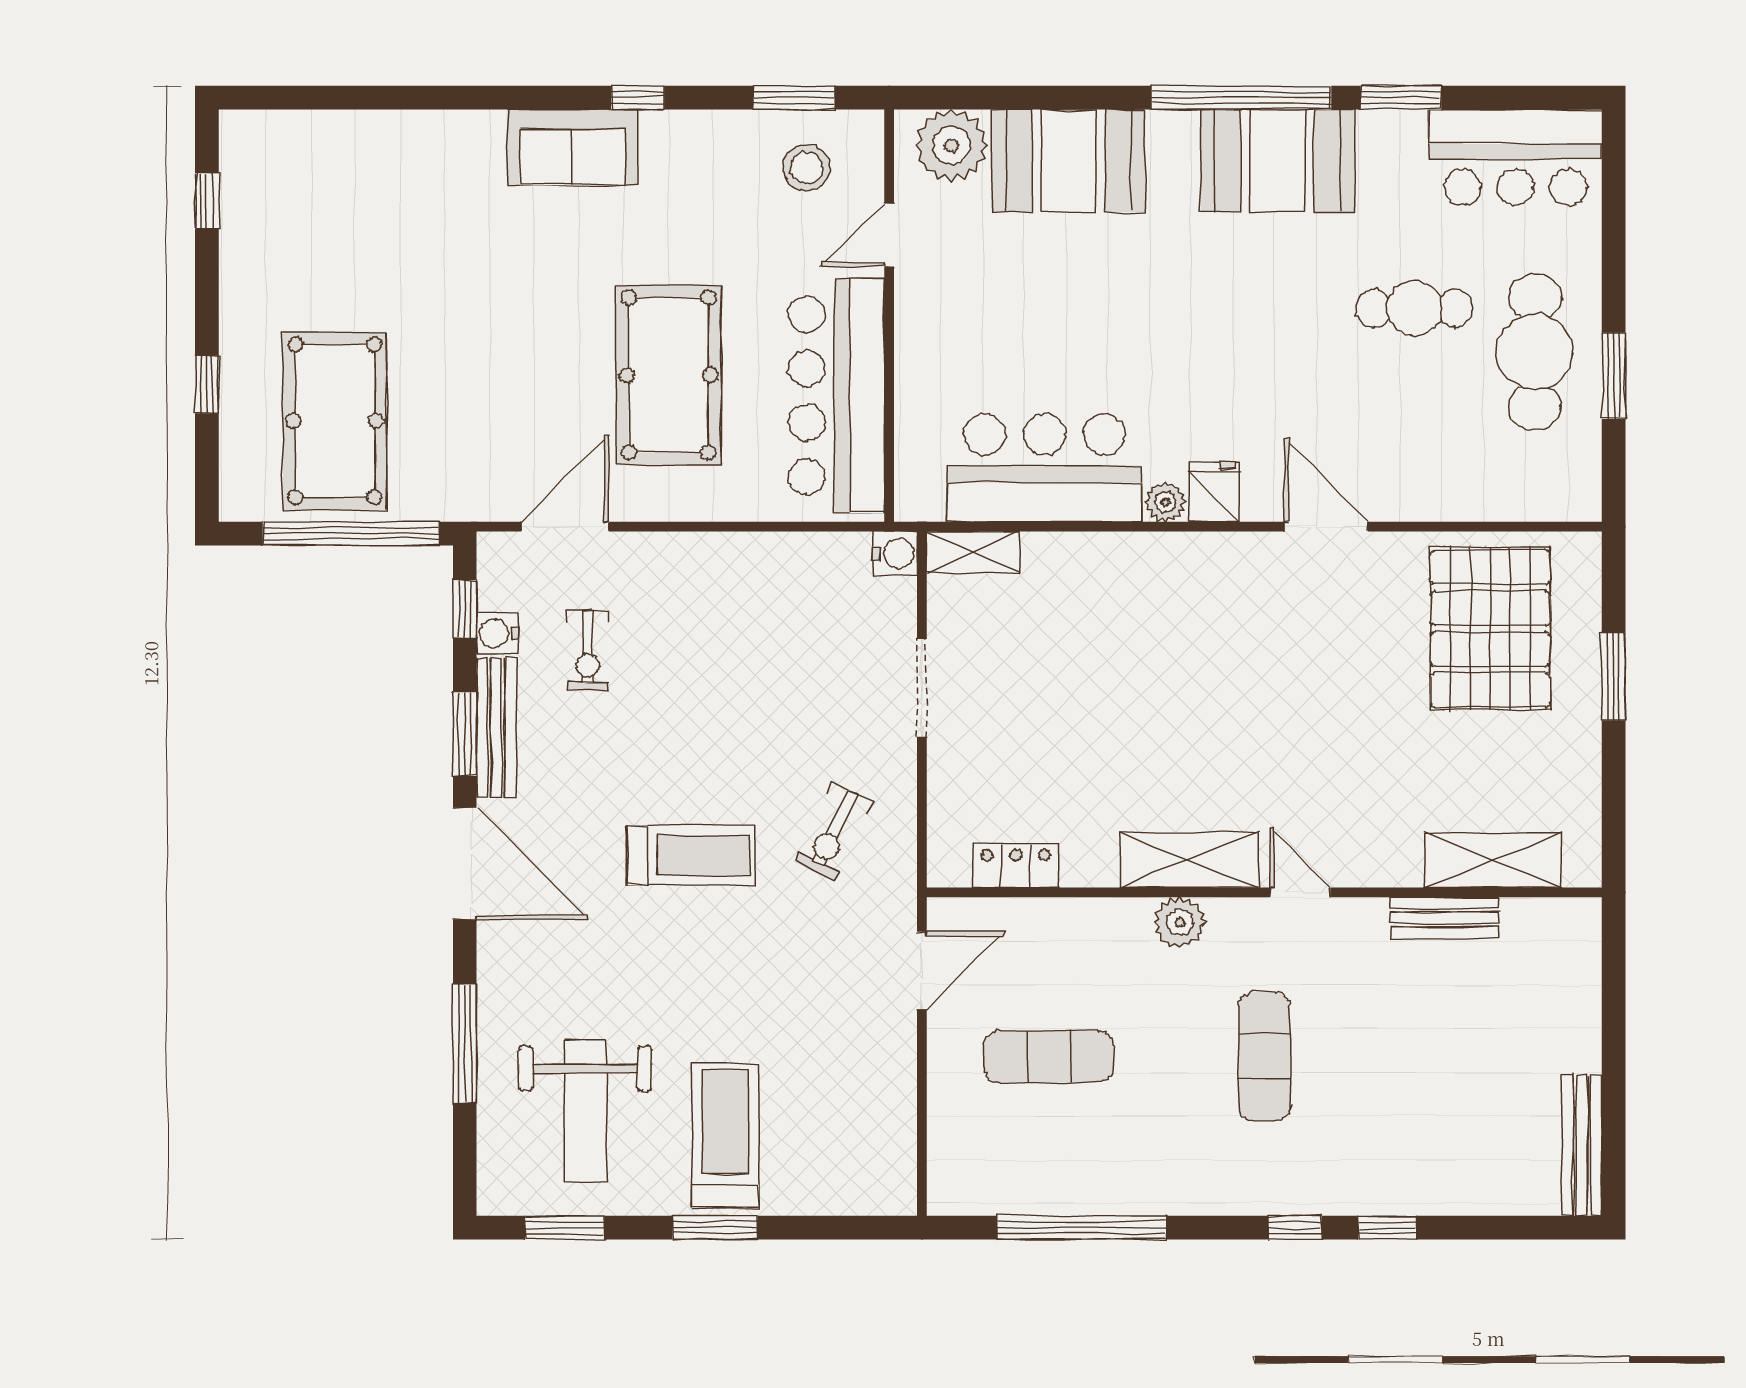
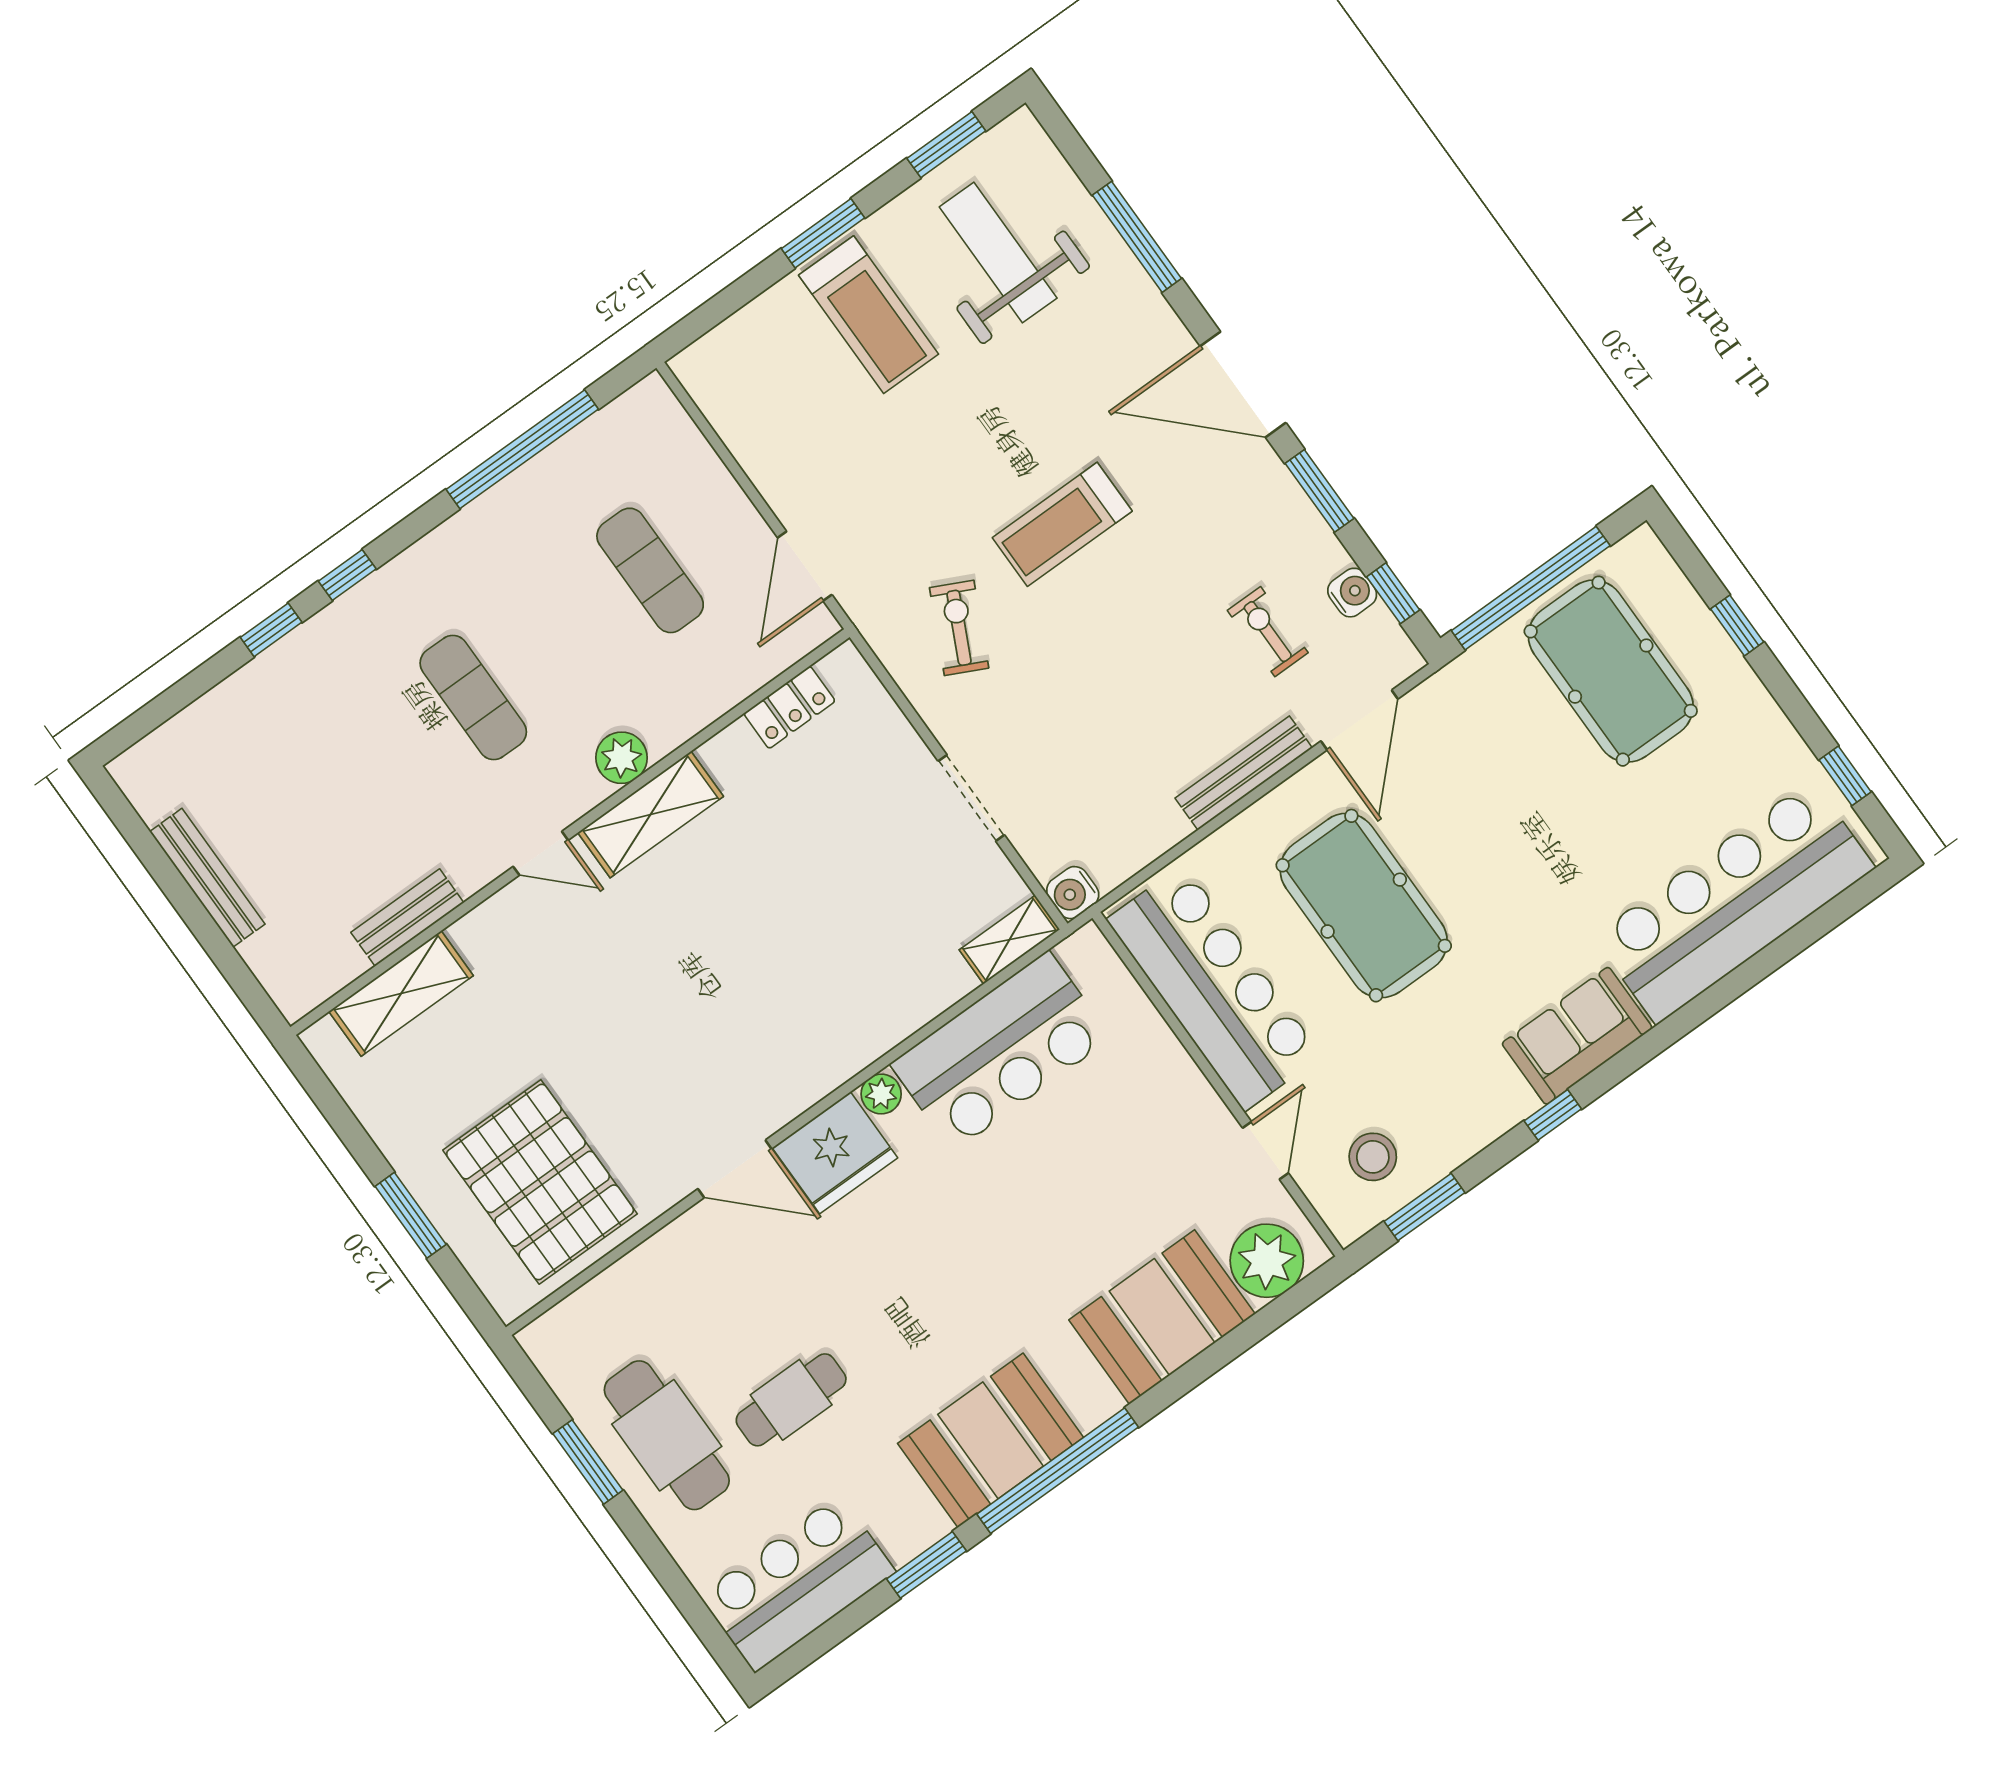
bar counter: (369, 164) -> (1734, 902), added
fridge: (1214, 492) -> (835, 1153), width x1.88, depth x1.34
bench: (496, 728) -> (1244, 773), moved, turned 90
exercise mat: (1049, 1056) -> (650, 570), turned 90
bench: (1582, 1145) -> (207, 878), moved

